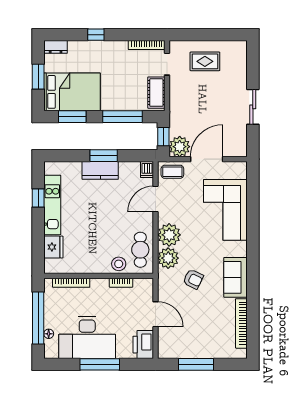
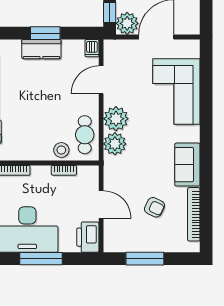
coffee table: (172, 172) -> (119, 51), removed
armchair: (193, 279) -> (155, 207), moved

